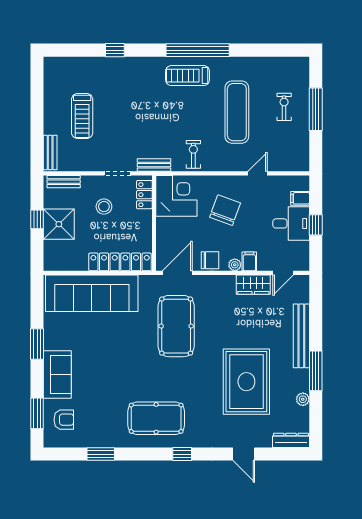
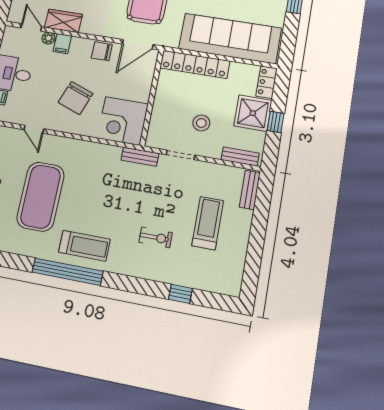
window: (115, 50) -> (180, 294), moved
exercise mat: (237, 112) -> (41, 197), width x1.47
exercise bike: (193, 154) -> (156, 237), moved, turned -90
door: (257, 173) -> (34, 129), hinge flipped
locker: (144, 195) -> (266, 82), moved, turned 180
plant: (235, 265) -> (48, 38), moved
door: (283, 273) -> (31, 27), hinge flipped

